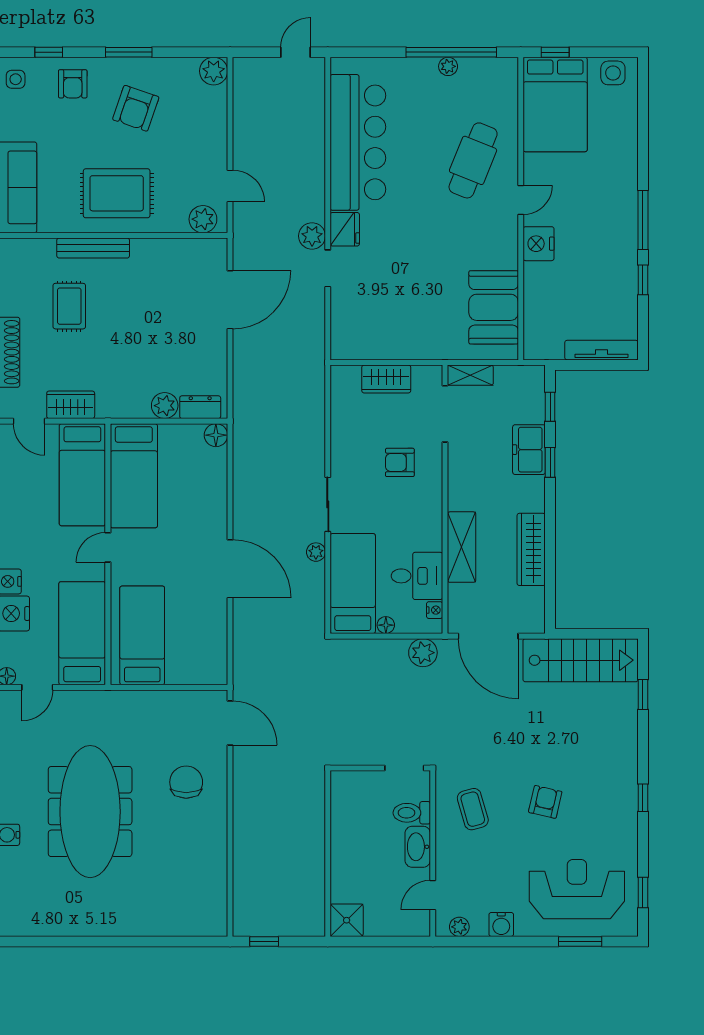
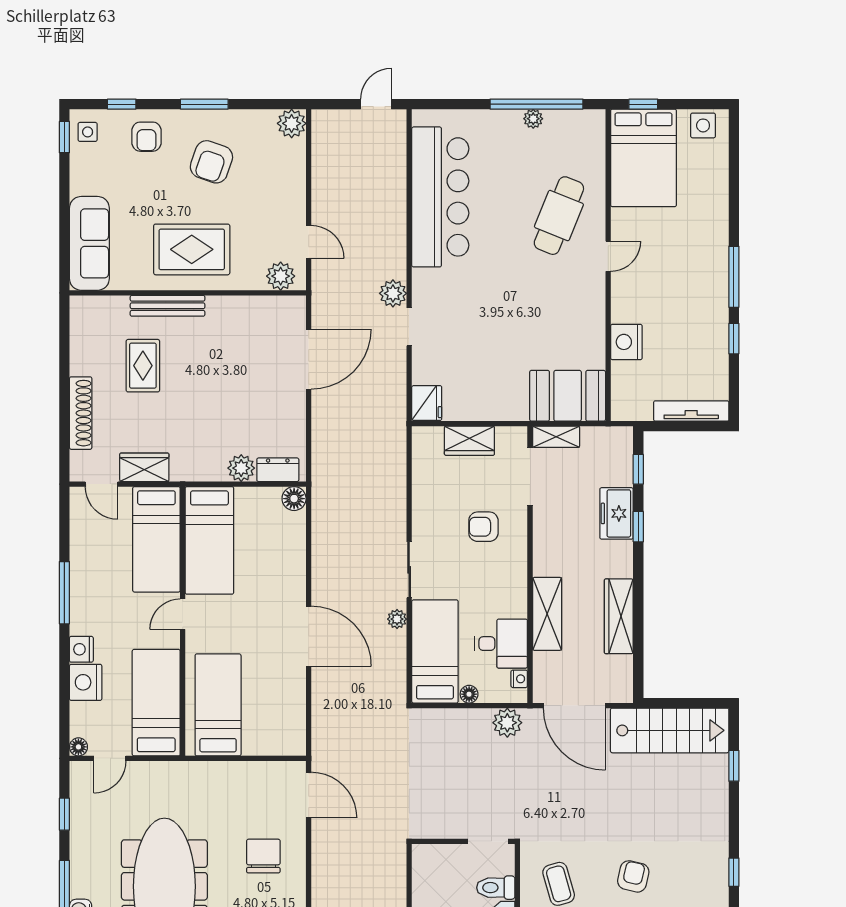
fridge: (345, 229) -> (427, 403), moved
nightstand: (539, 244) -> (626, 342), moved
booth: (494, 307) -> (568, 396), moved, turned 90

